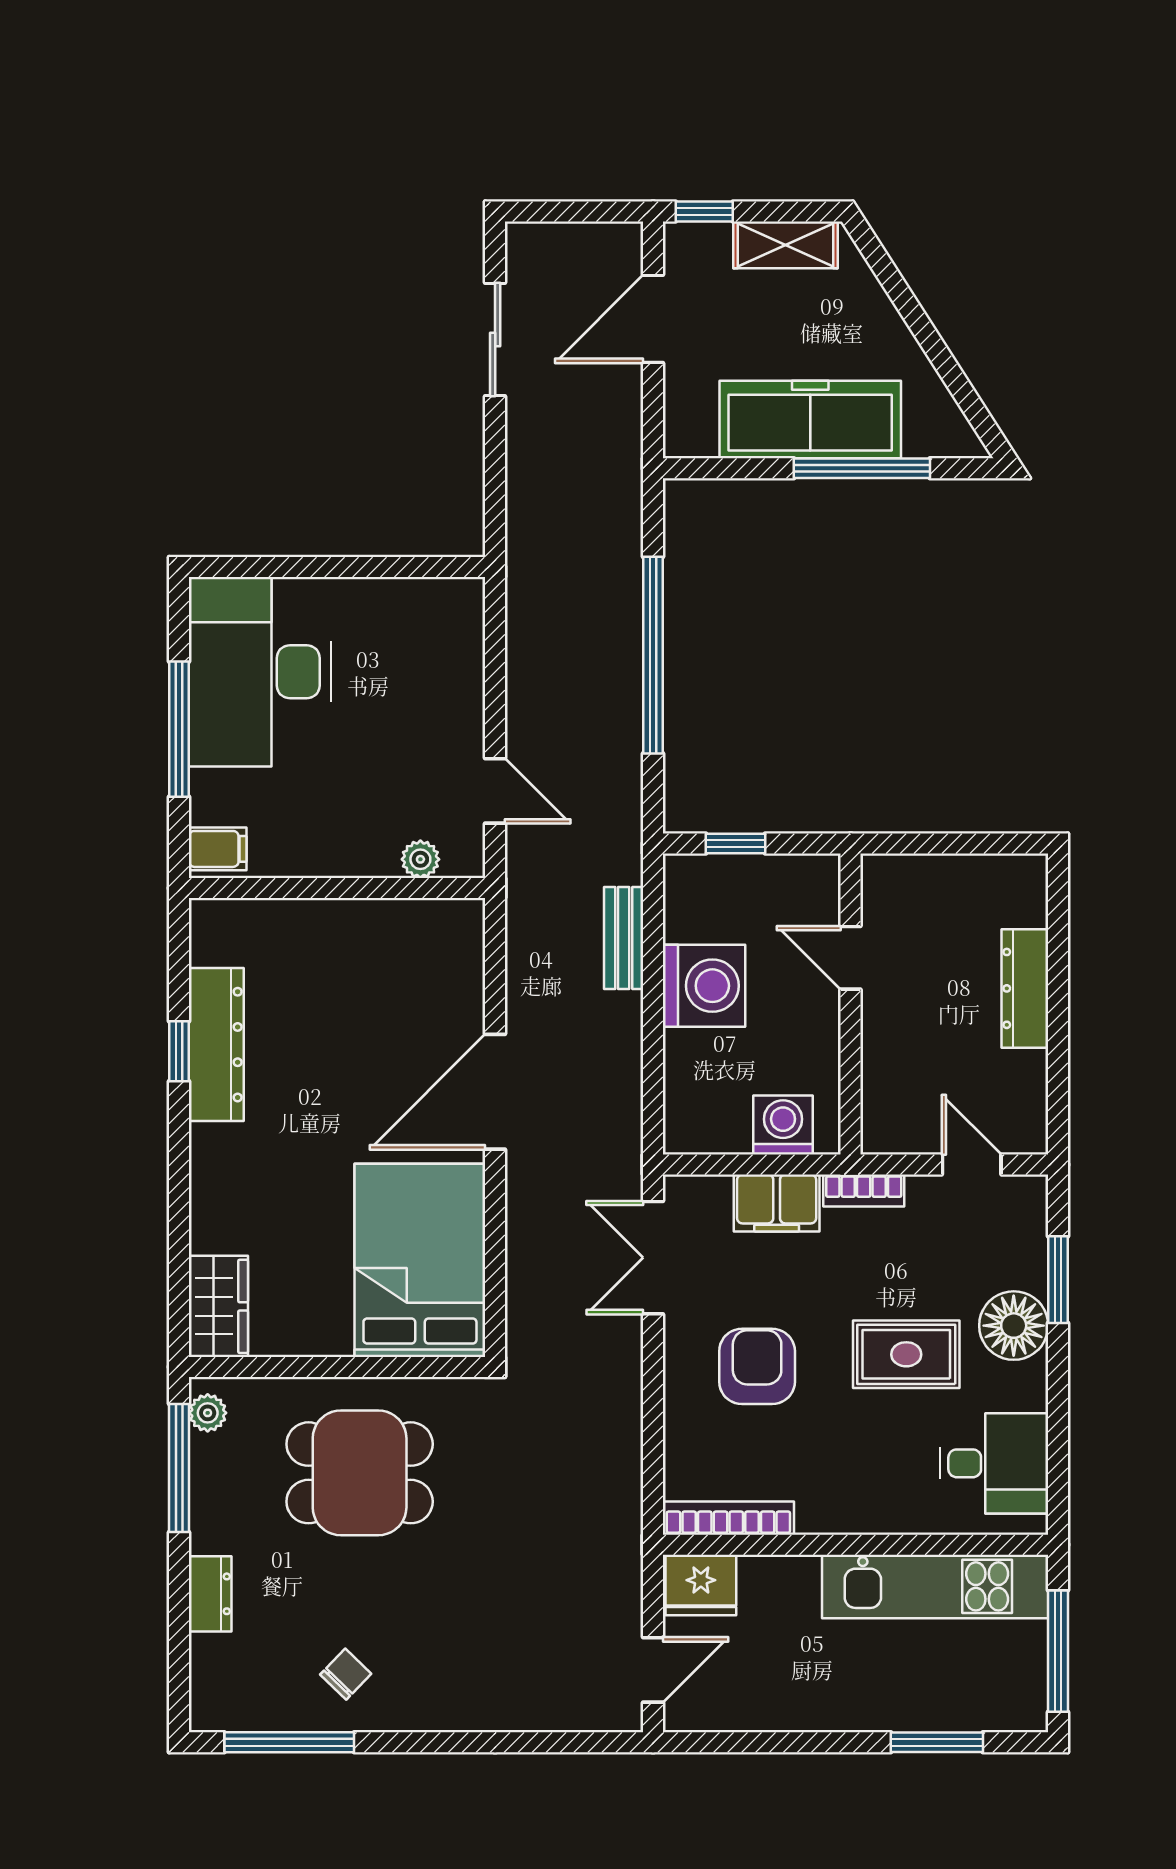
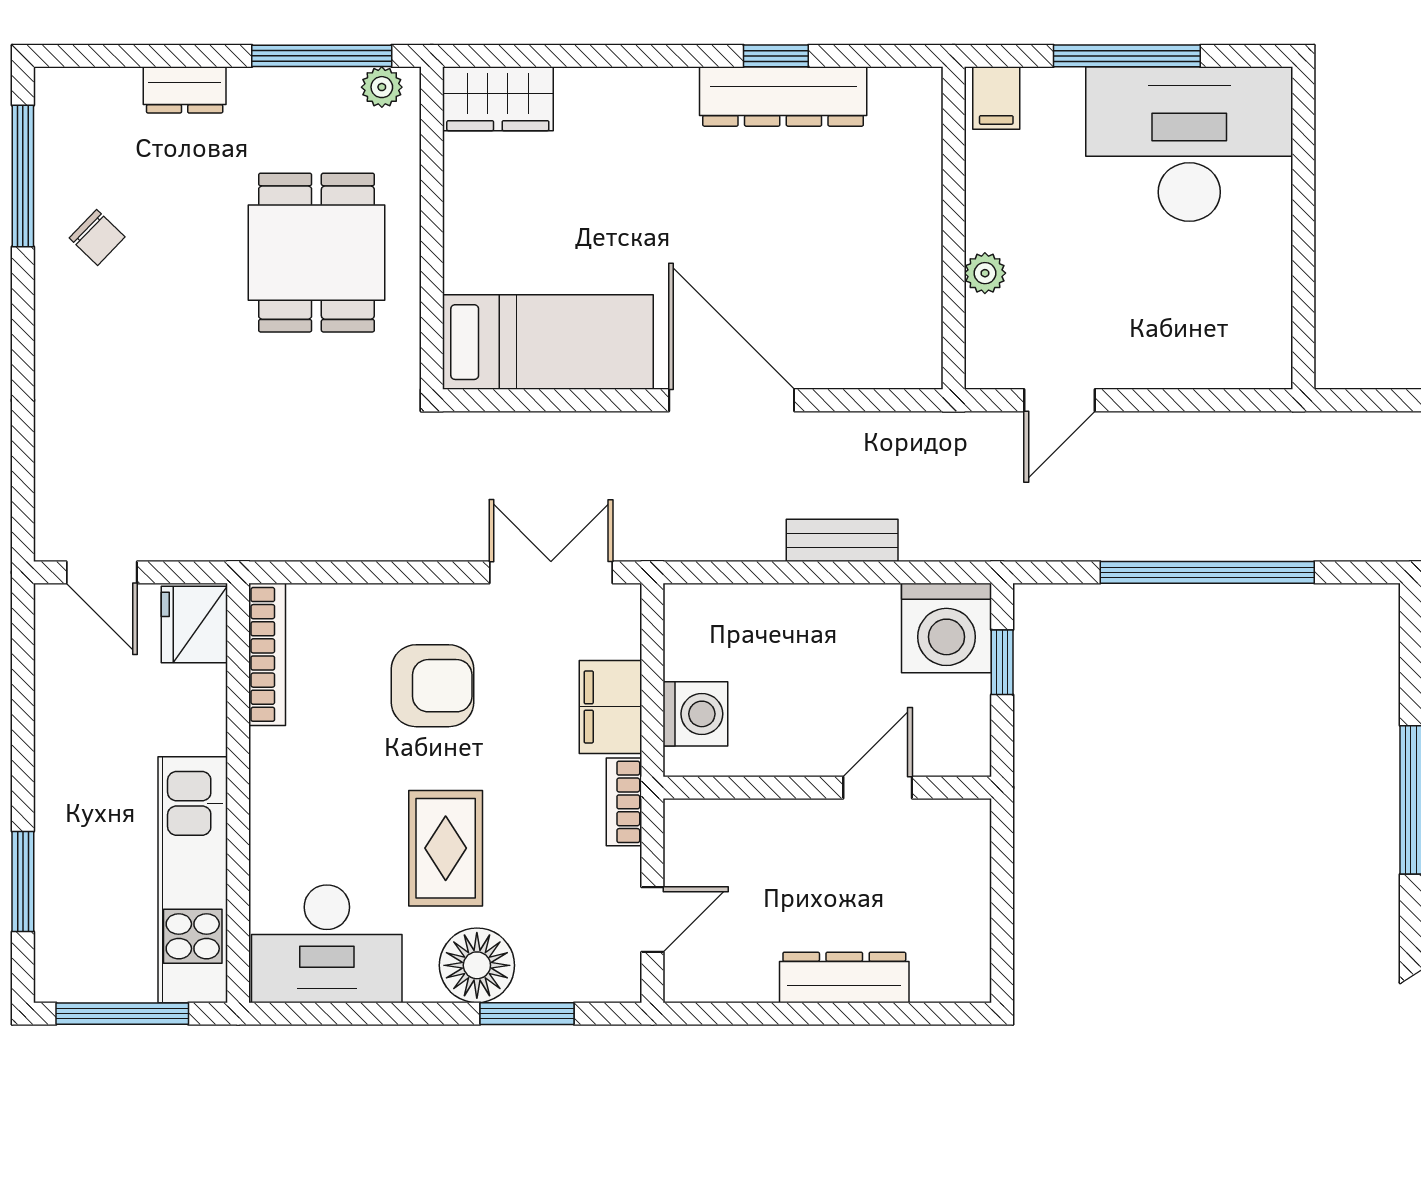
plant: (420, 859) -> (985, 273), moved
bench: (624, 938) -> (842, 540), moved
washing machine: (704, 986) -> (946, 628), moved
bed: (420, 1260) -> (548, 342), width x0.67
desk: (994, 1463) -> (327, 944), width x1.37

